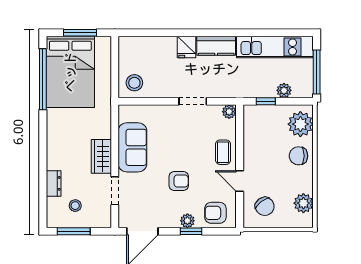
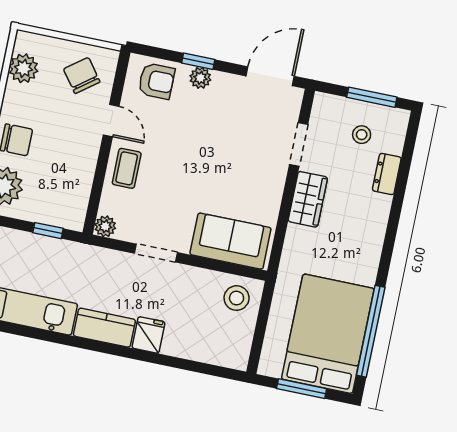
plant: (284, 90) -> (18, 241), removed
sofa: (132, 147) -> (230, 241), moved, turned 90
armchair: (179, 181) -> (201, 139), removed

